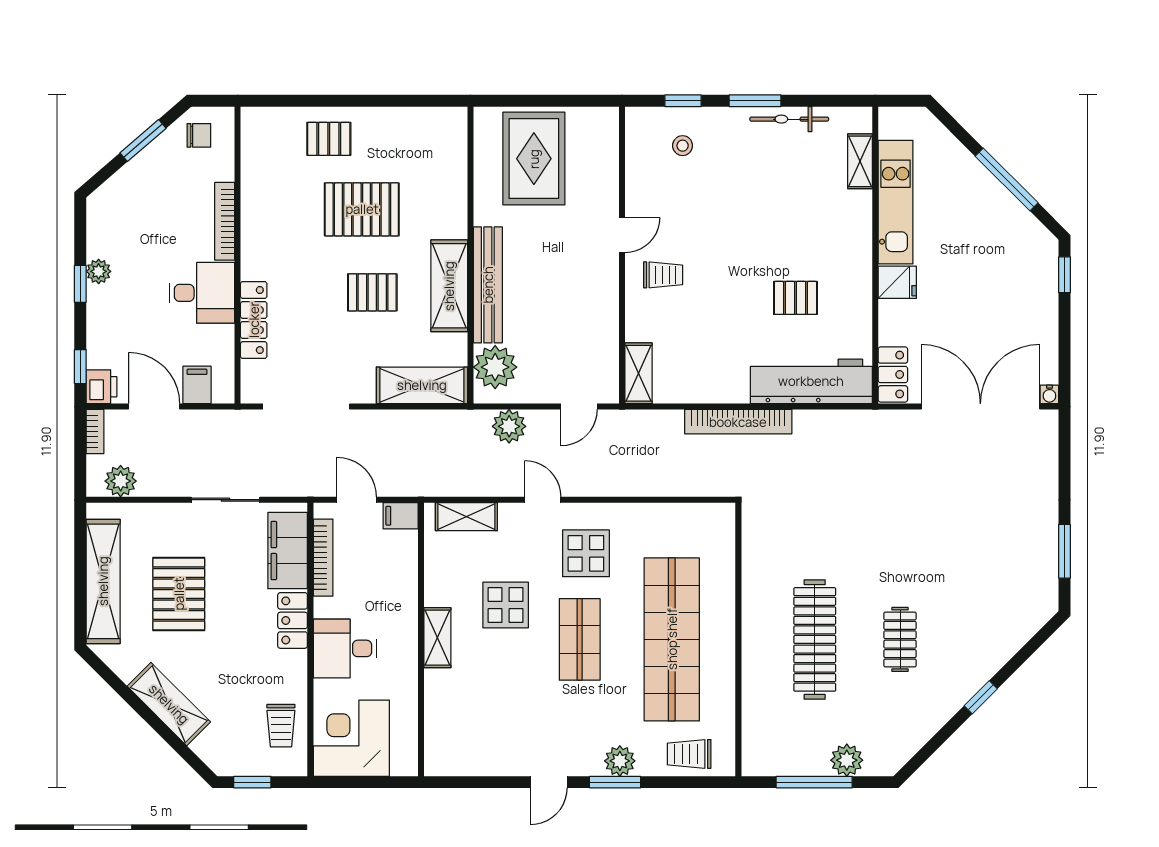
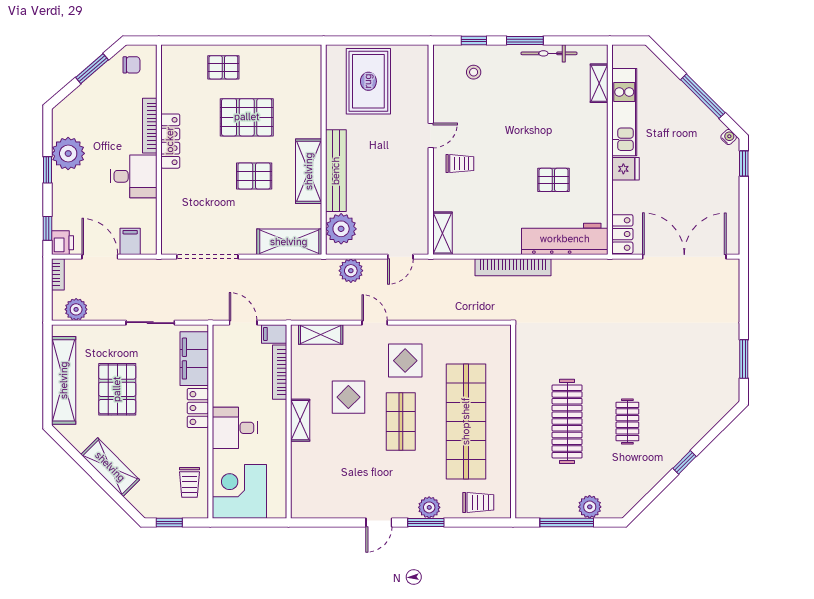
plant: (99, 271) -> (68, 153), width x1.88, depth x1.88
locker: (254, 320) -> (170, 141), moved
water cooler: (1049, 394) -> (729, 137), moved, turned -135
bookcase: (323, 558) -> (280, 372), moved, turned 180
trolley: (689, 754) -> (478, 502), turned 180

